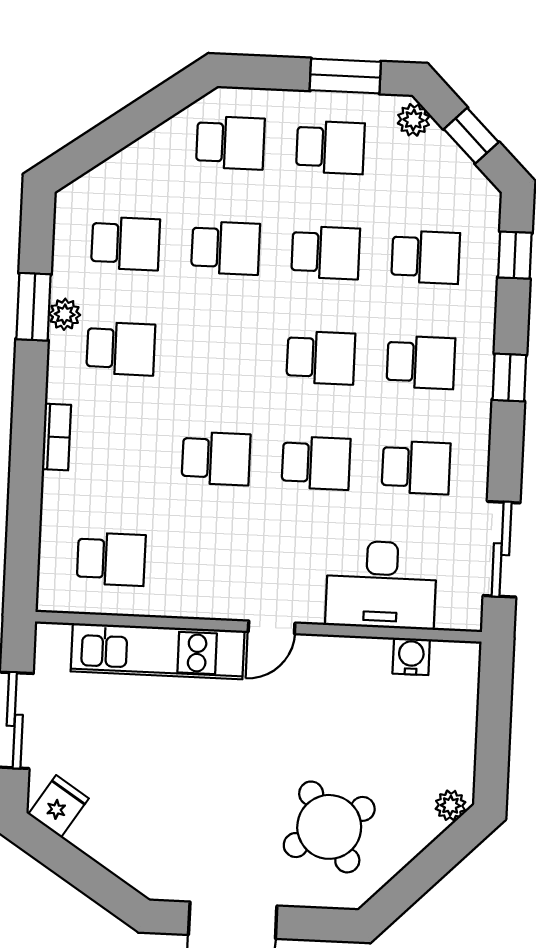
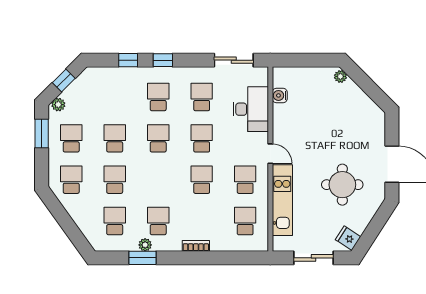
window: (515, 255) -> (128, 60), moved
school desk: (426, 257) -> (245, 180), moved
round table: (329, 827) -> (342, 185), moved, turned 31

